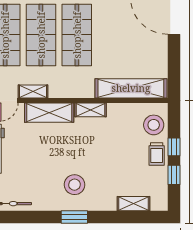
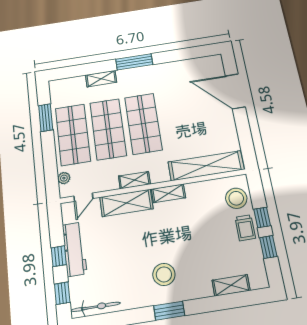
shelving: (33, 92) -> (134, 180), moved

